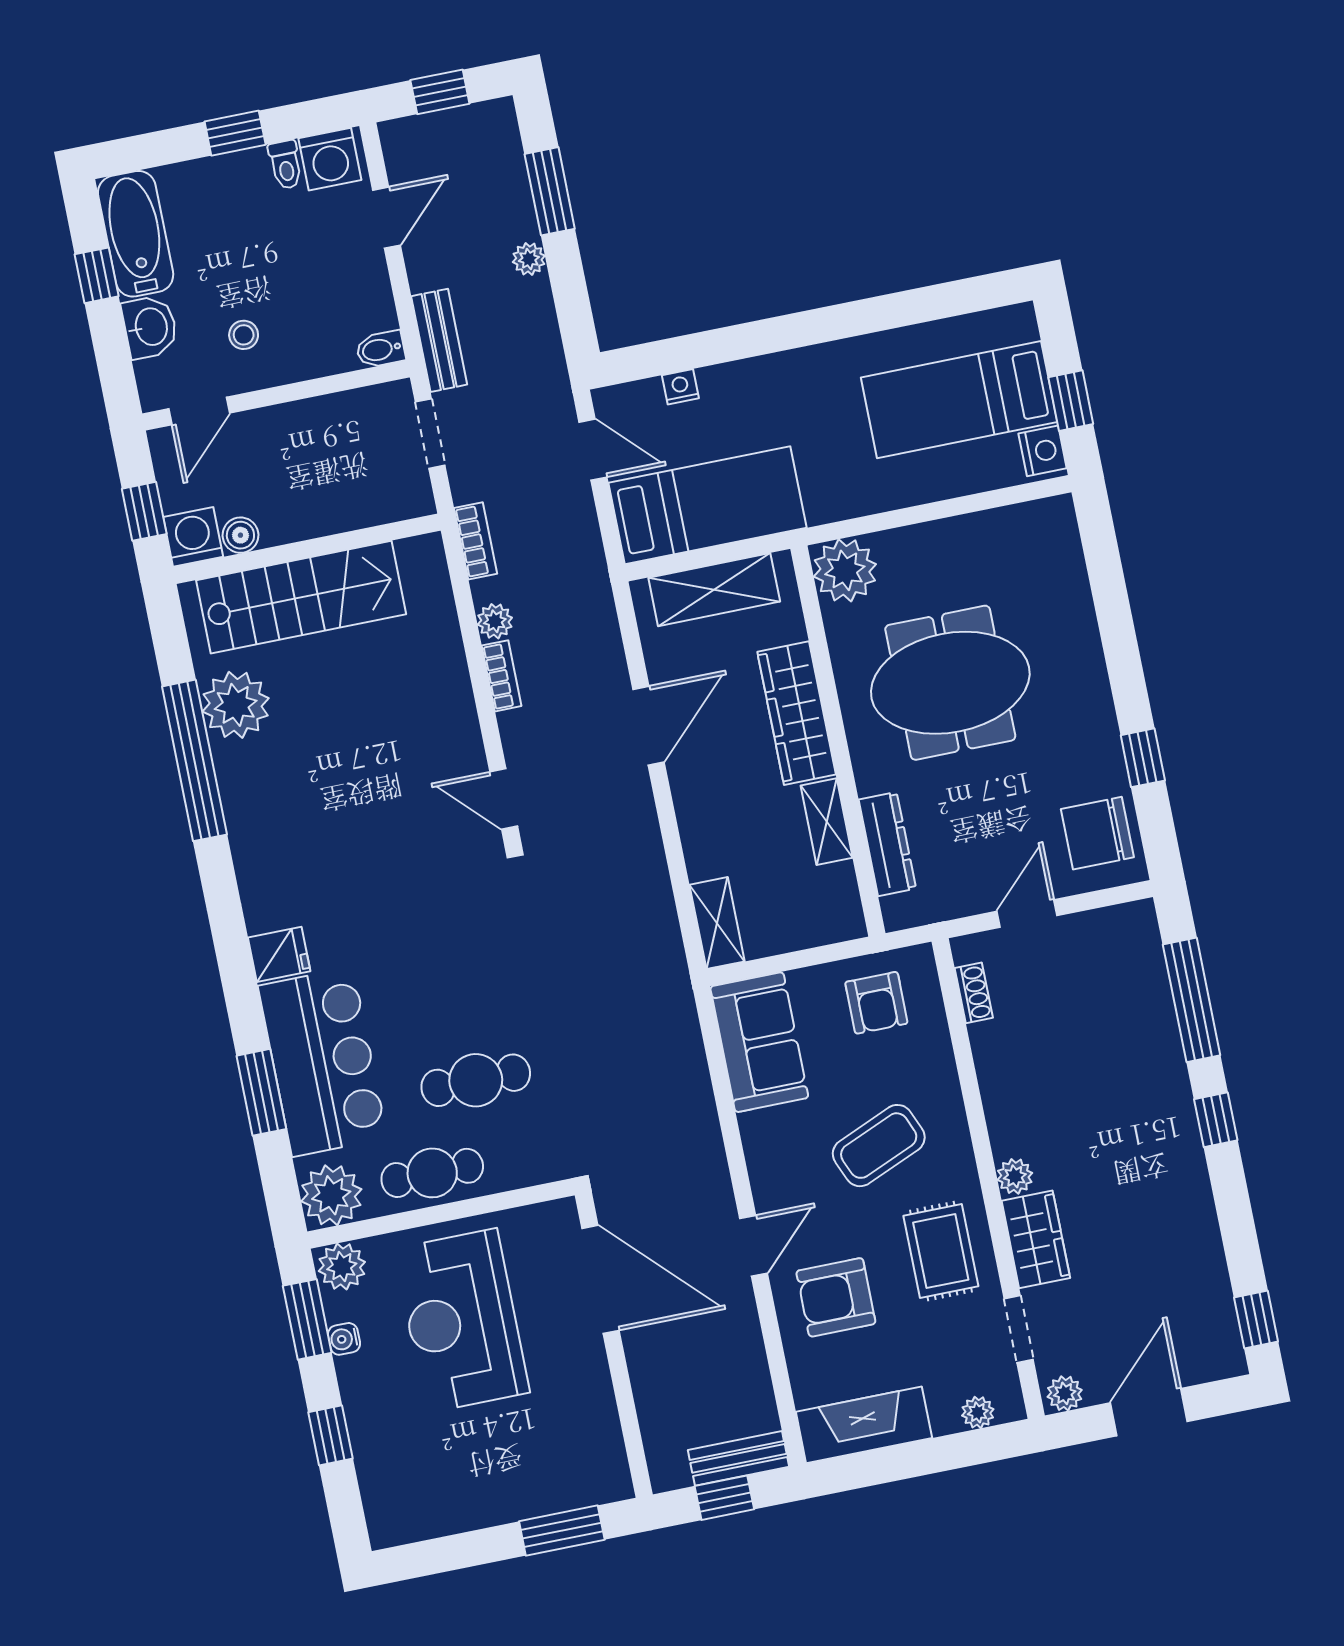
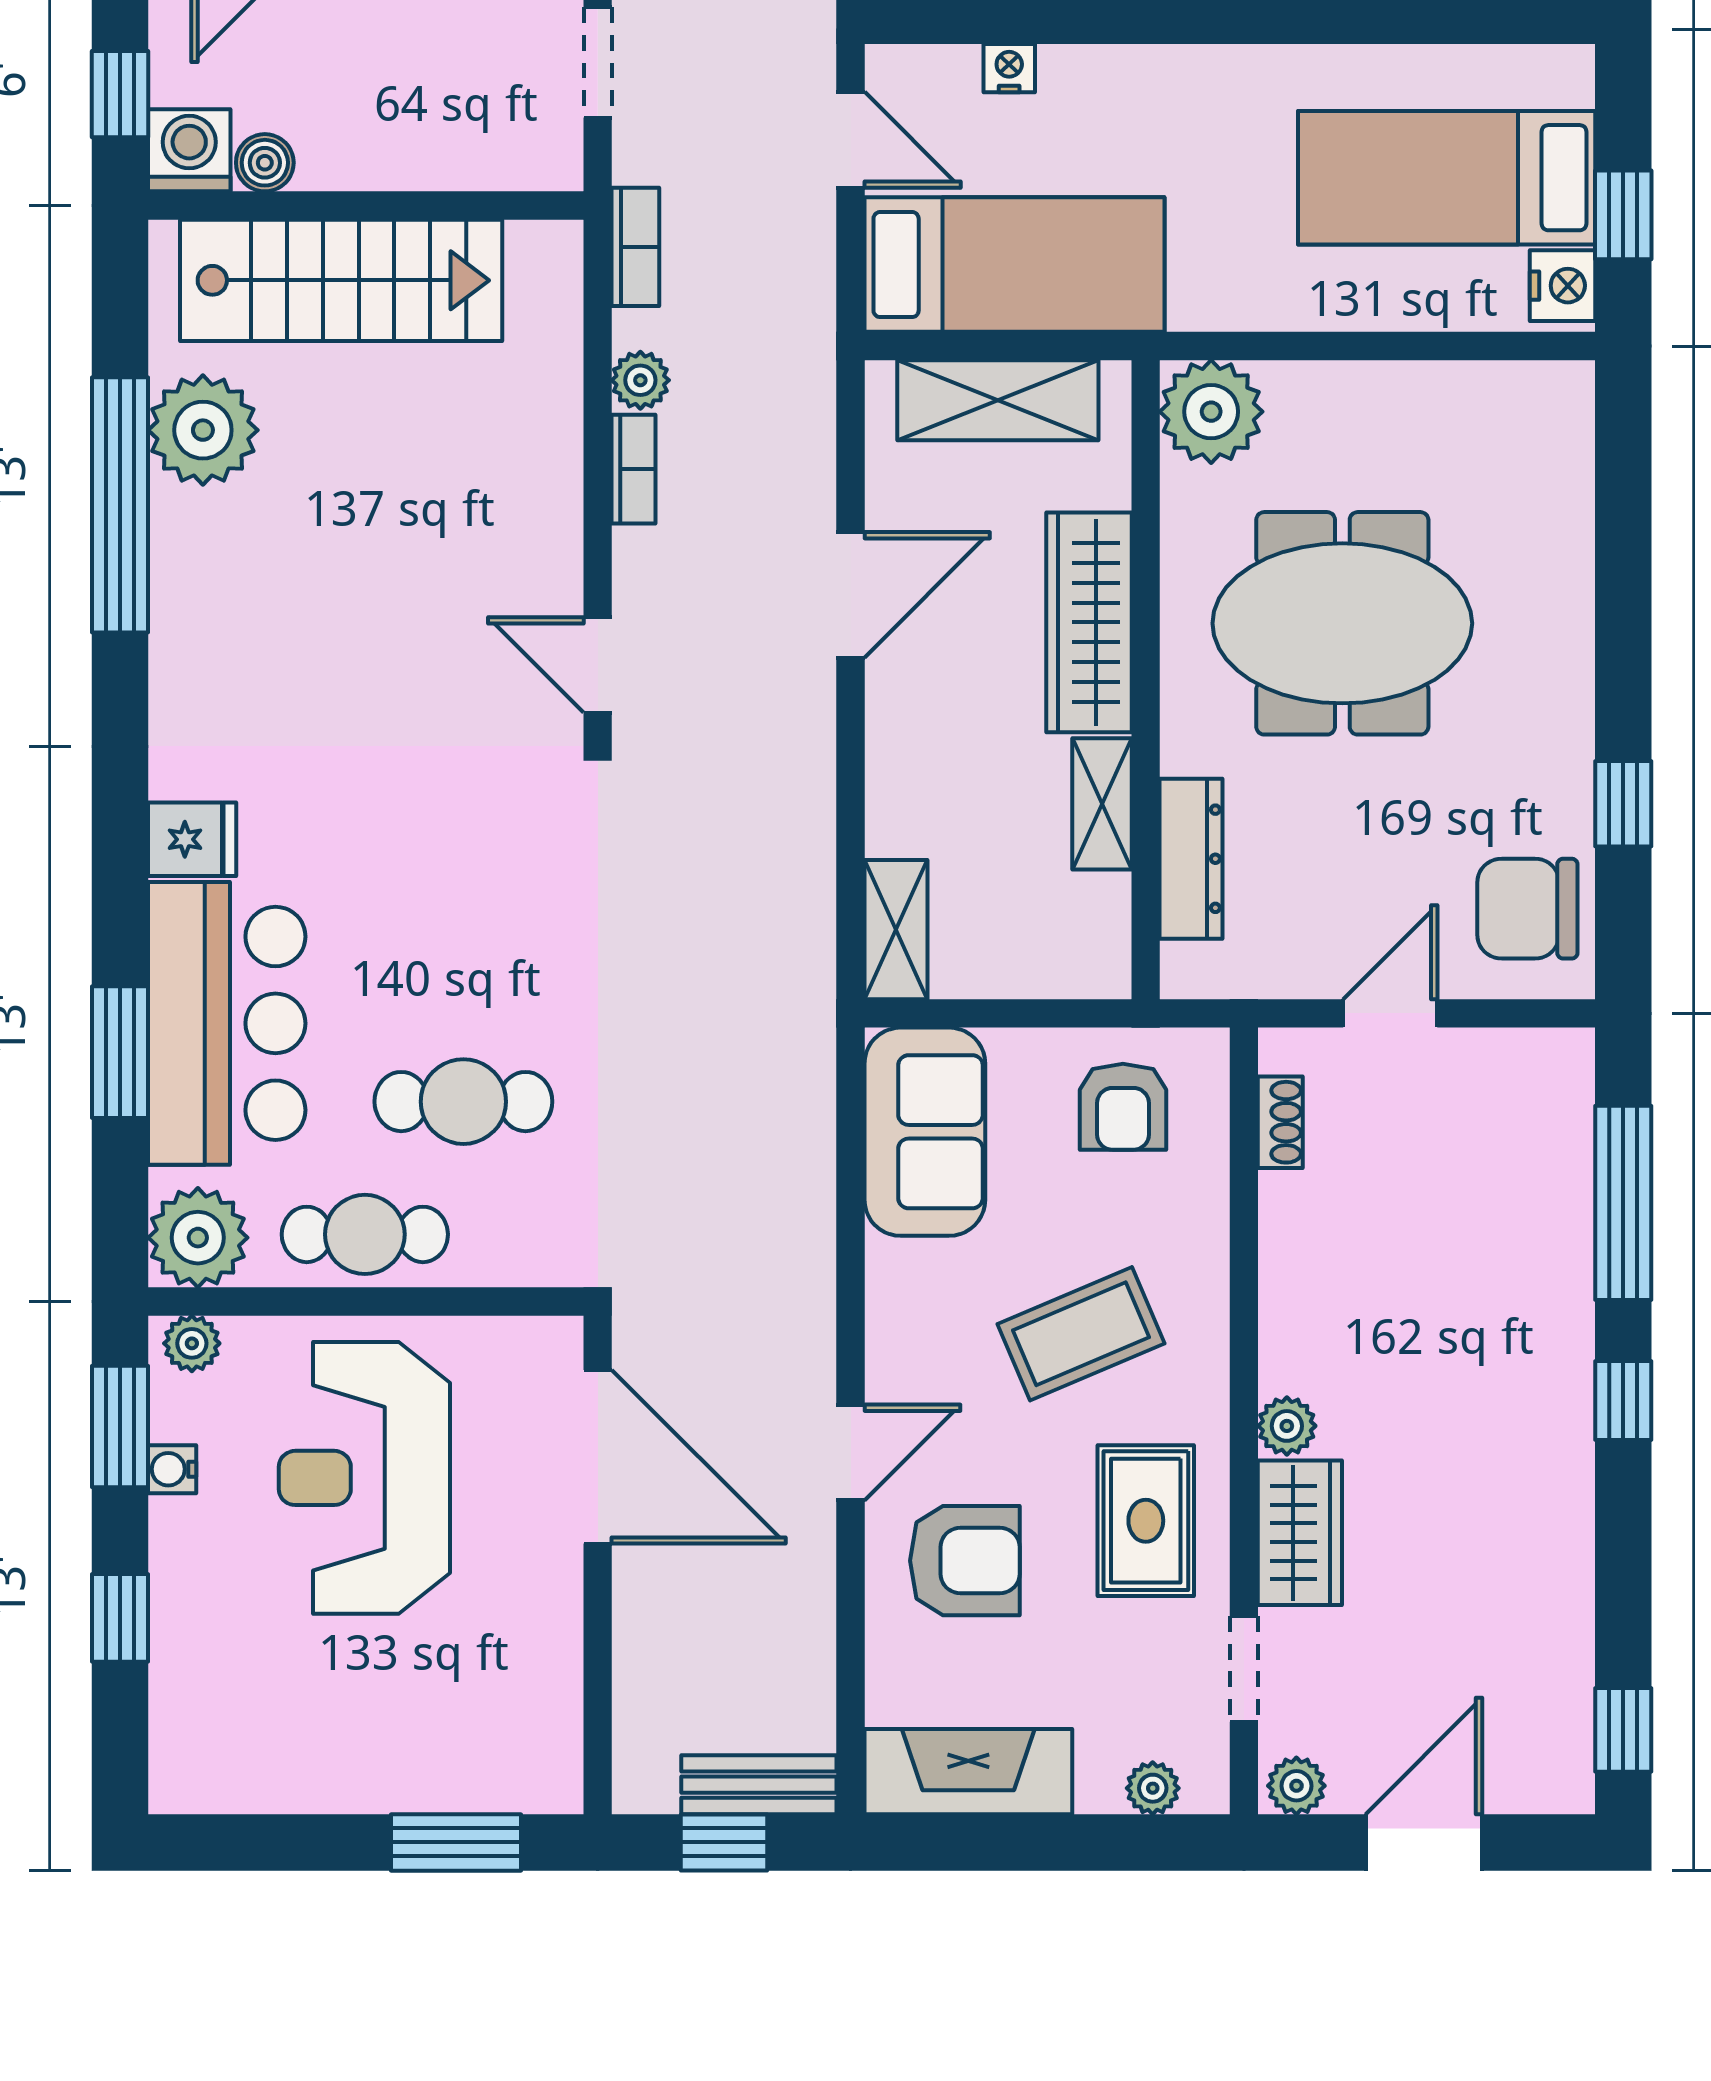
plant: (342, 1266) -> (192, 1343), width x0.73, depth x0.73
armchair: (836, 1297) -> (965, 1561), turned 180

